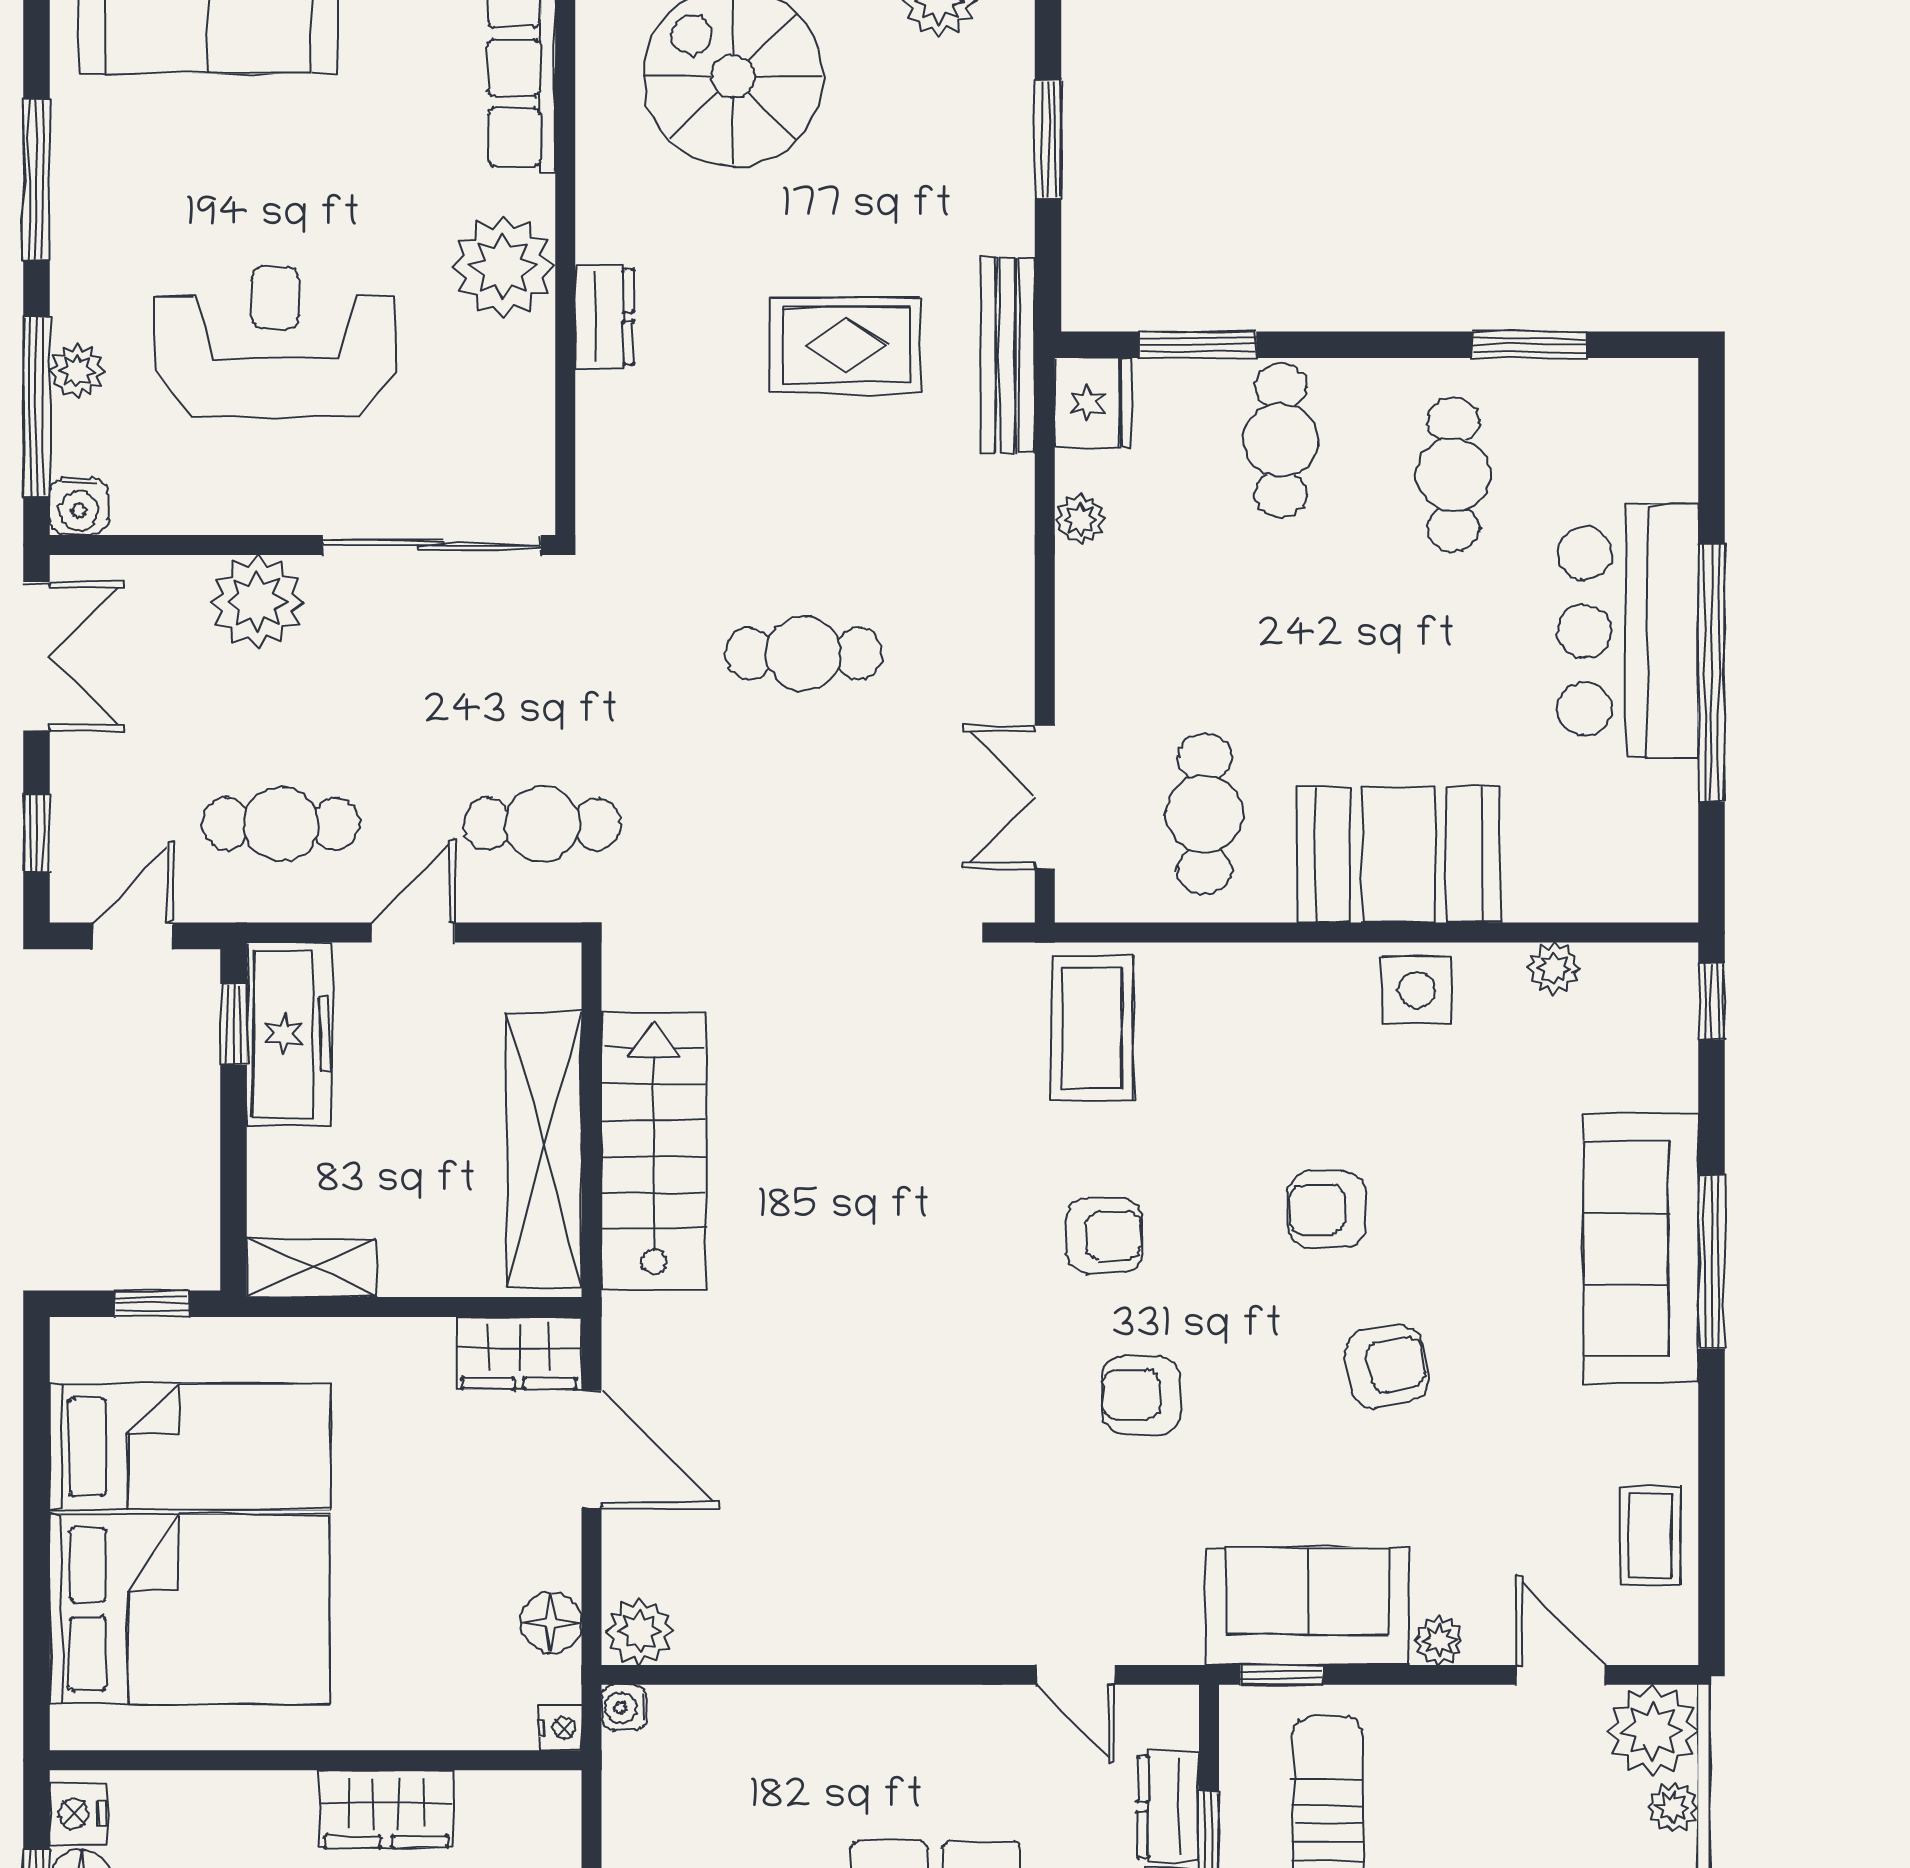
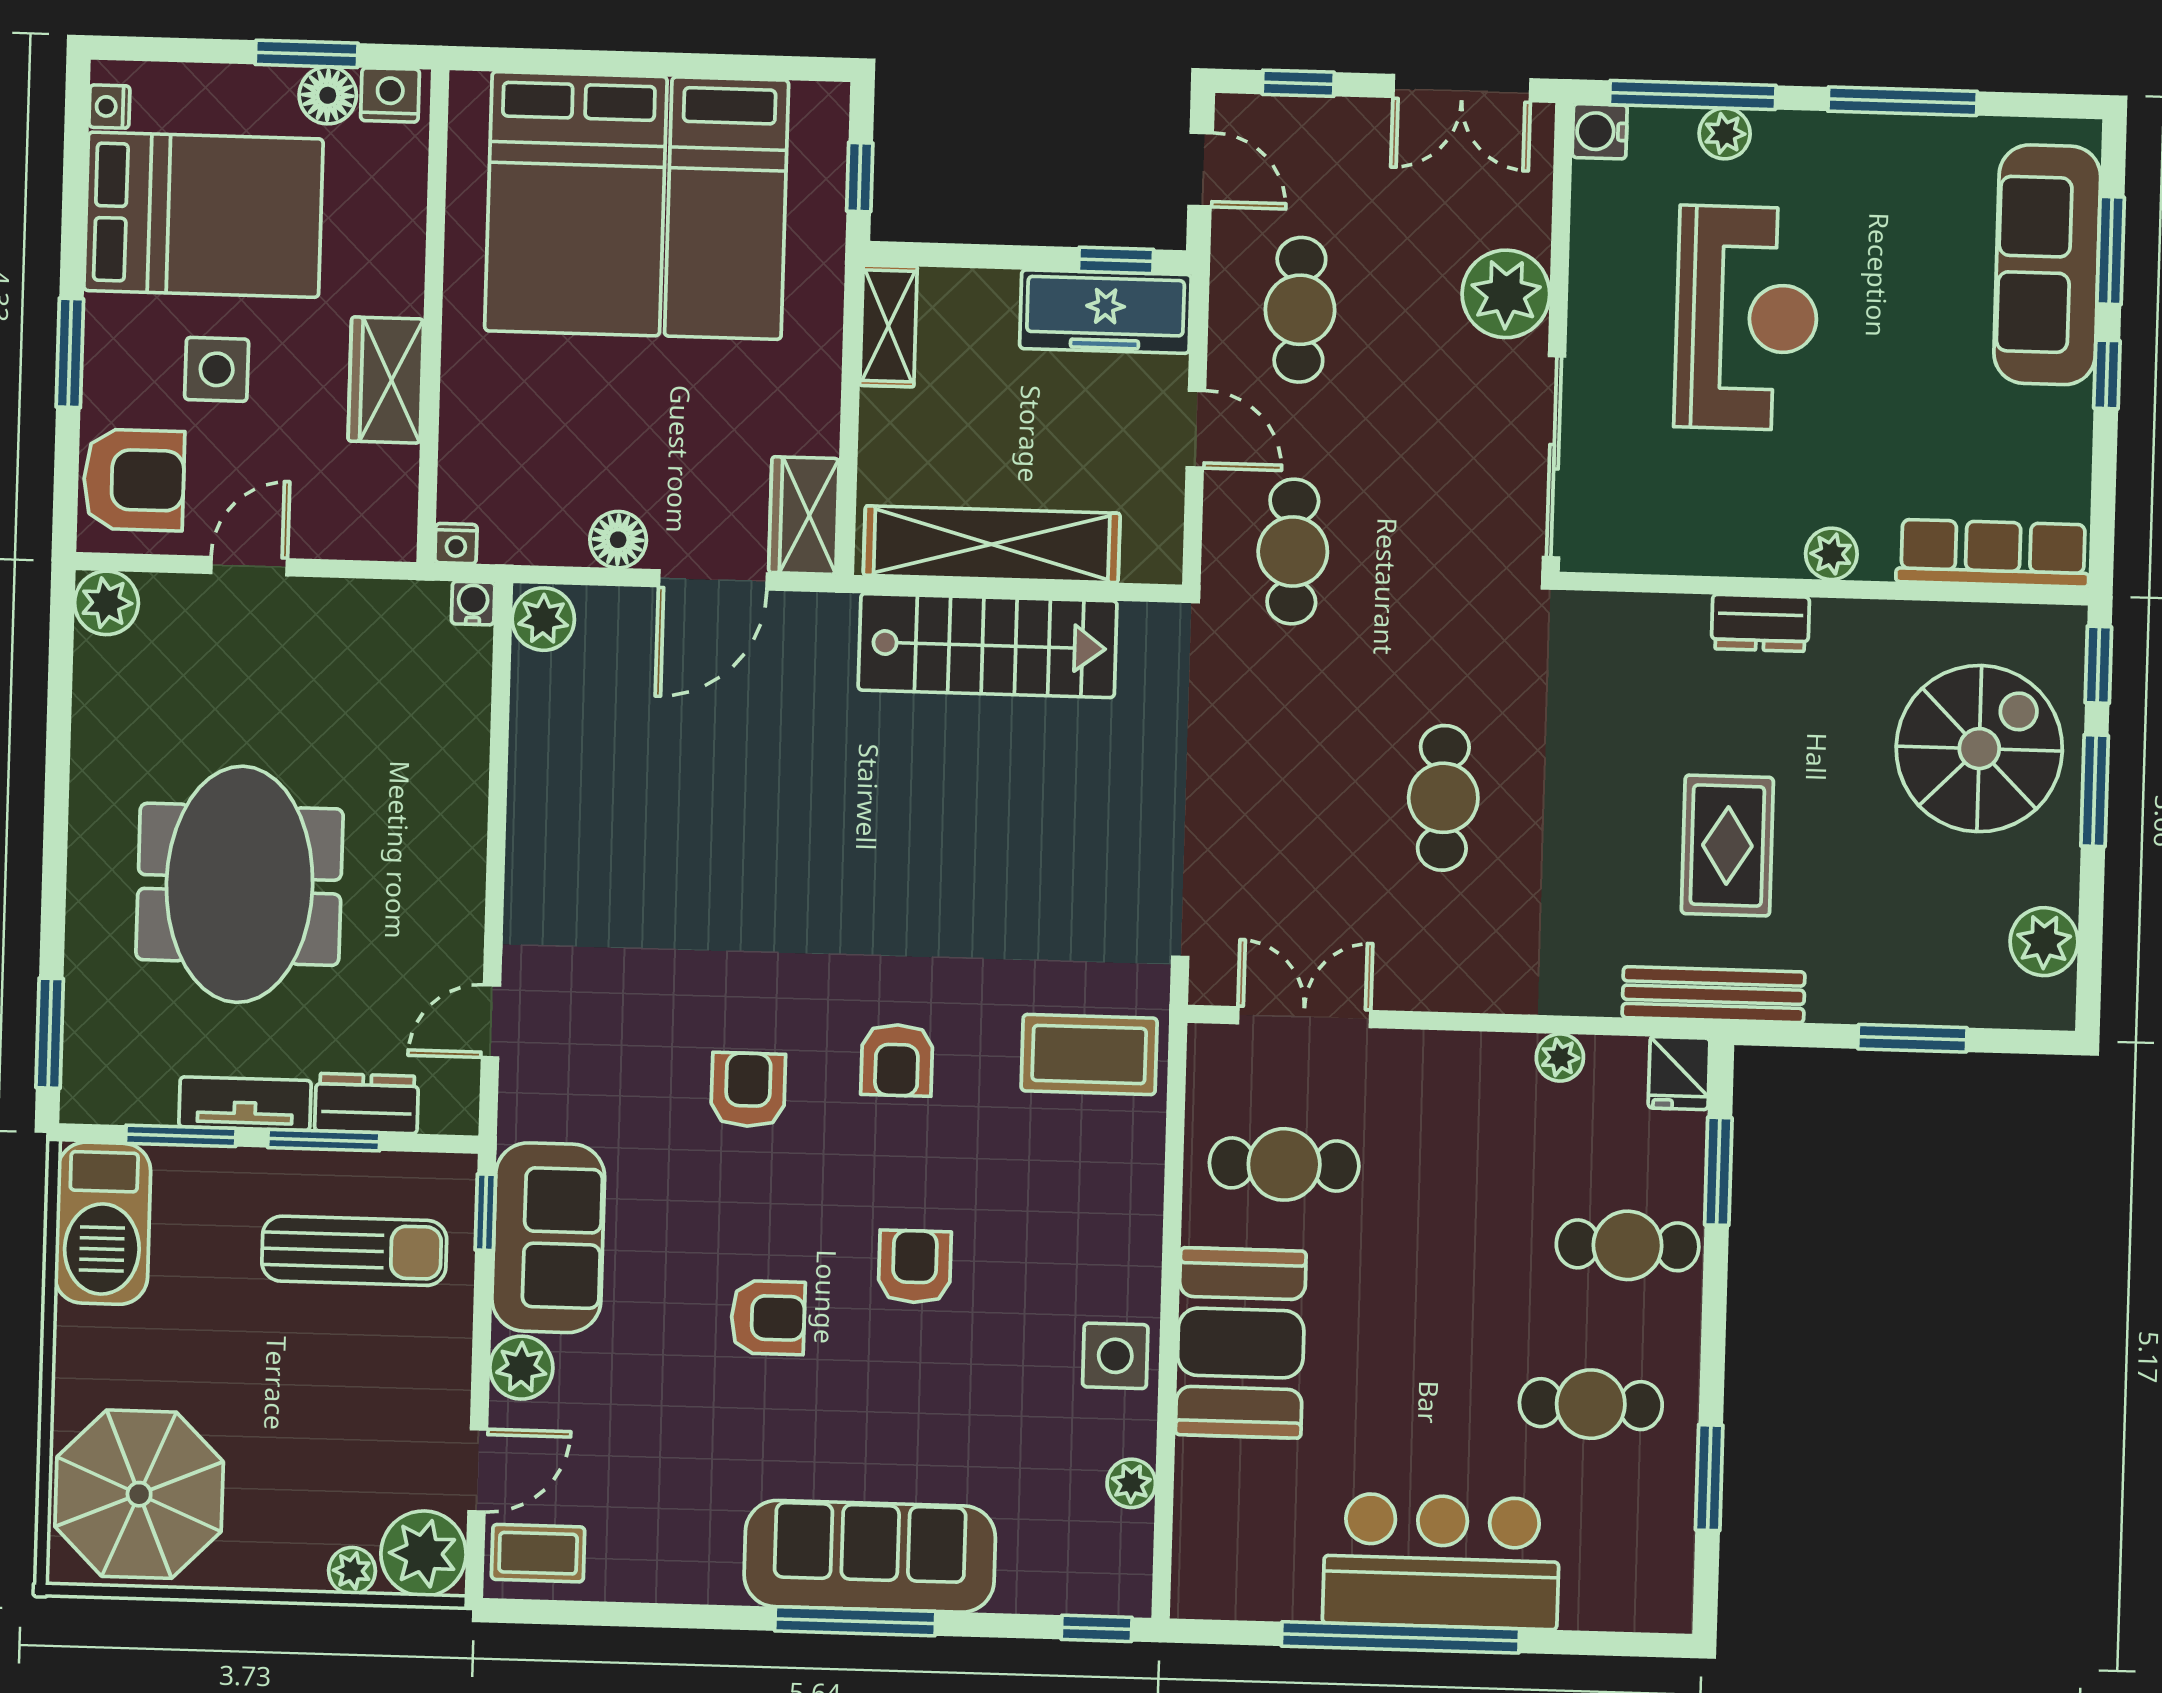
plant: (503, 267) -> (1831, 554), width x0.53, depth x0.53
fridge: (1093, 403) -> (1679, 1073), width x0.72
armchair: (1386, 1366) -> (768, 1318), turned -79
coffee table: (1650, 1536) -> (538, 1553), moved
floor lamp: (551, 1622) -> (618, 540), moved
plant: (1439, 1640) -> (521, 1368), width x1.38, depth x1.38

